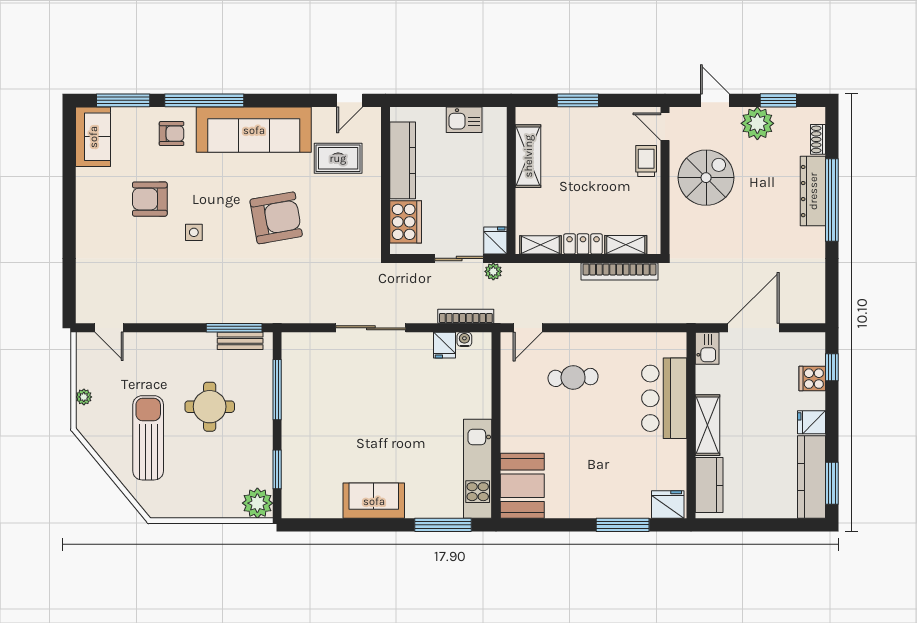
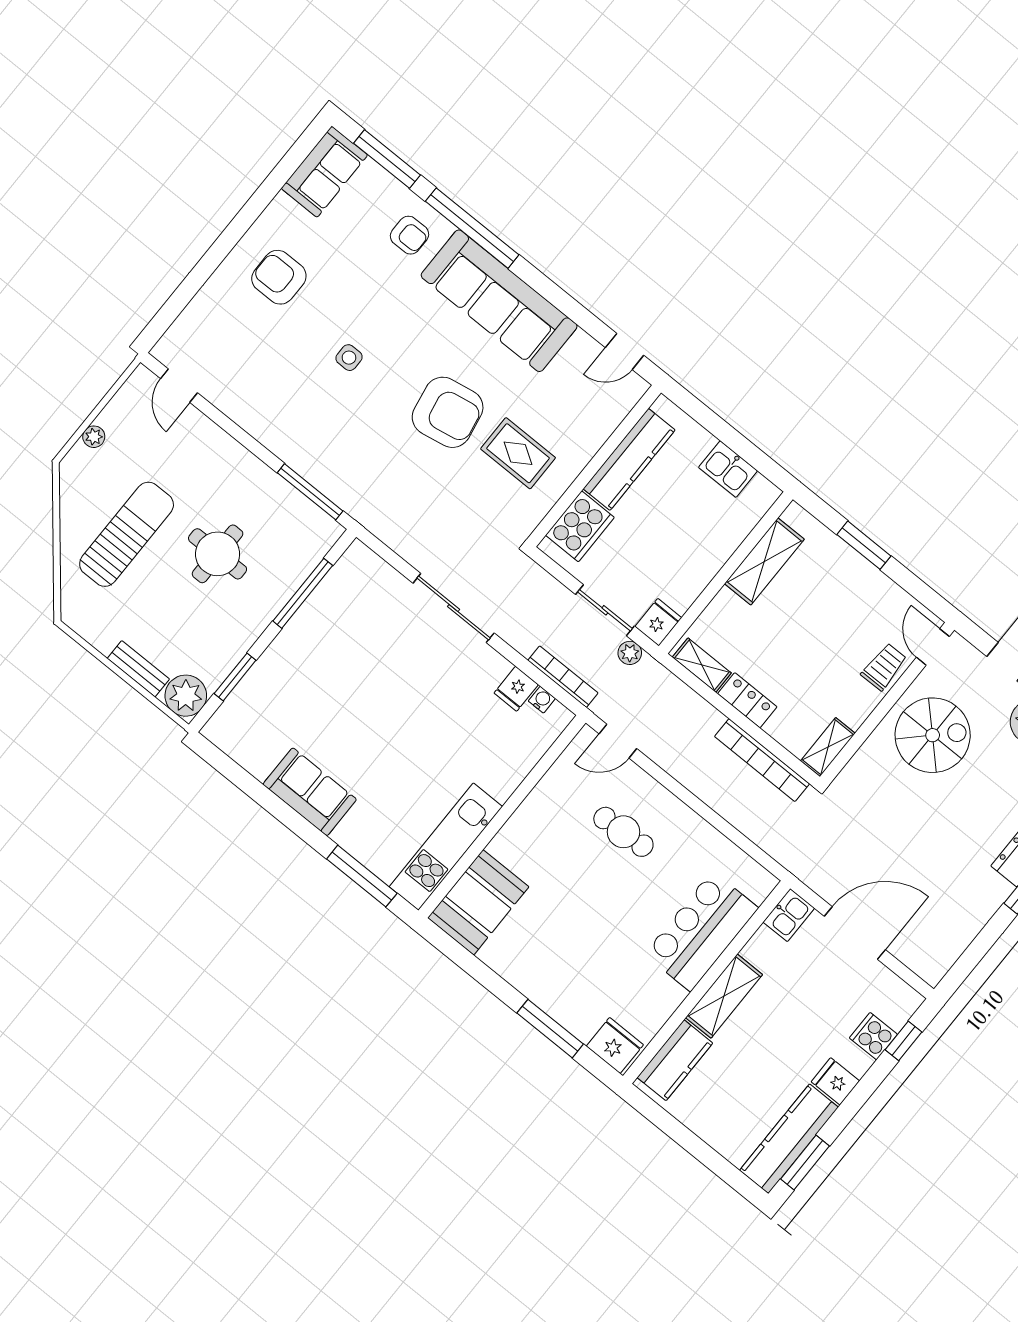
rug: (338, 158) -> (518, 453), moved
armchair: (150, 199) -> (279, 277), moved
shelving: (626, 245) -> (828, 747), moved, turned 90
bench: (240, 341) -> (138, 669), moved

